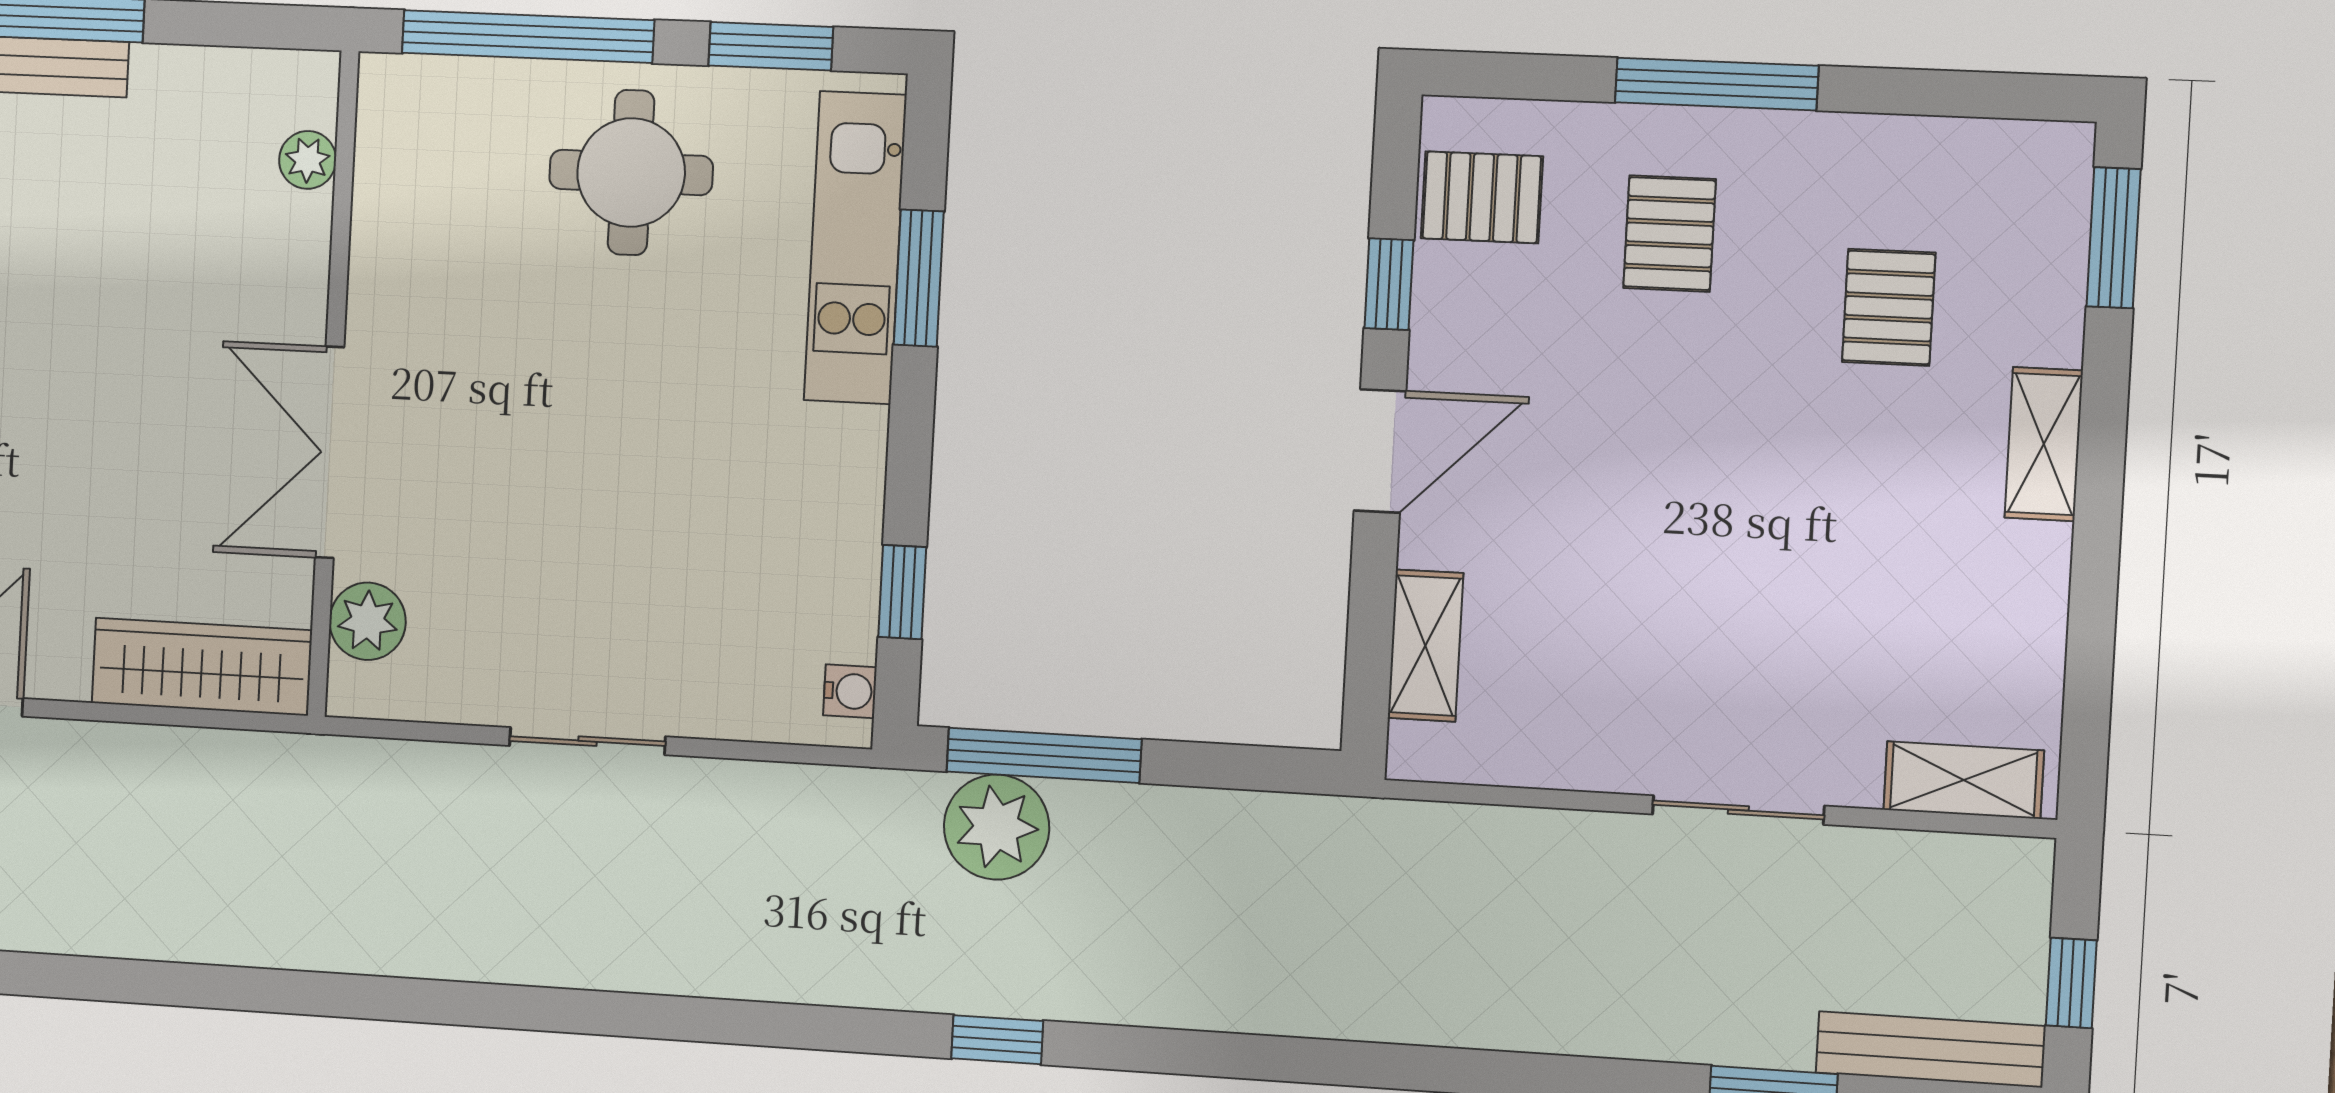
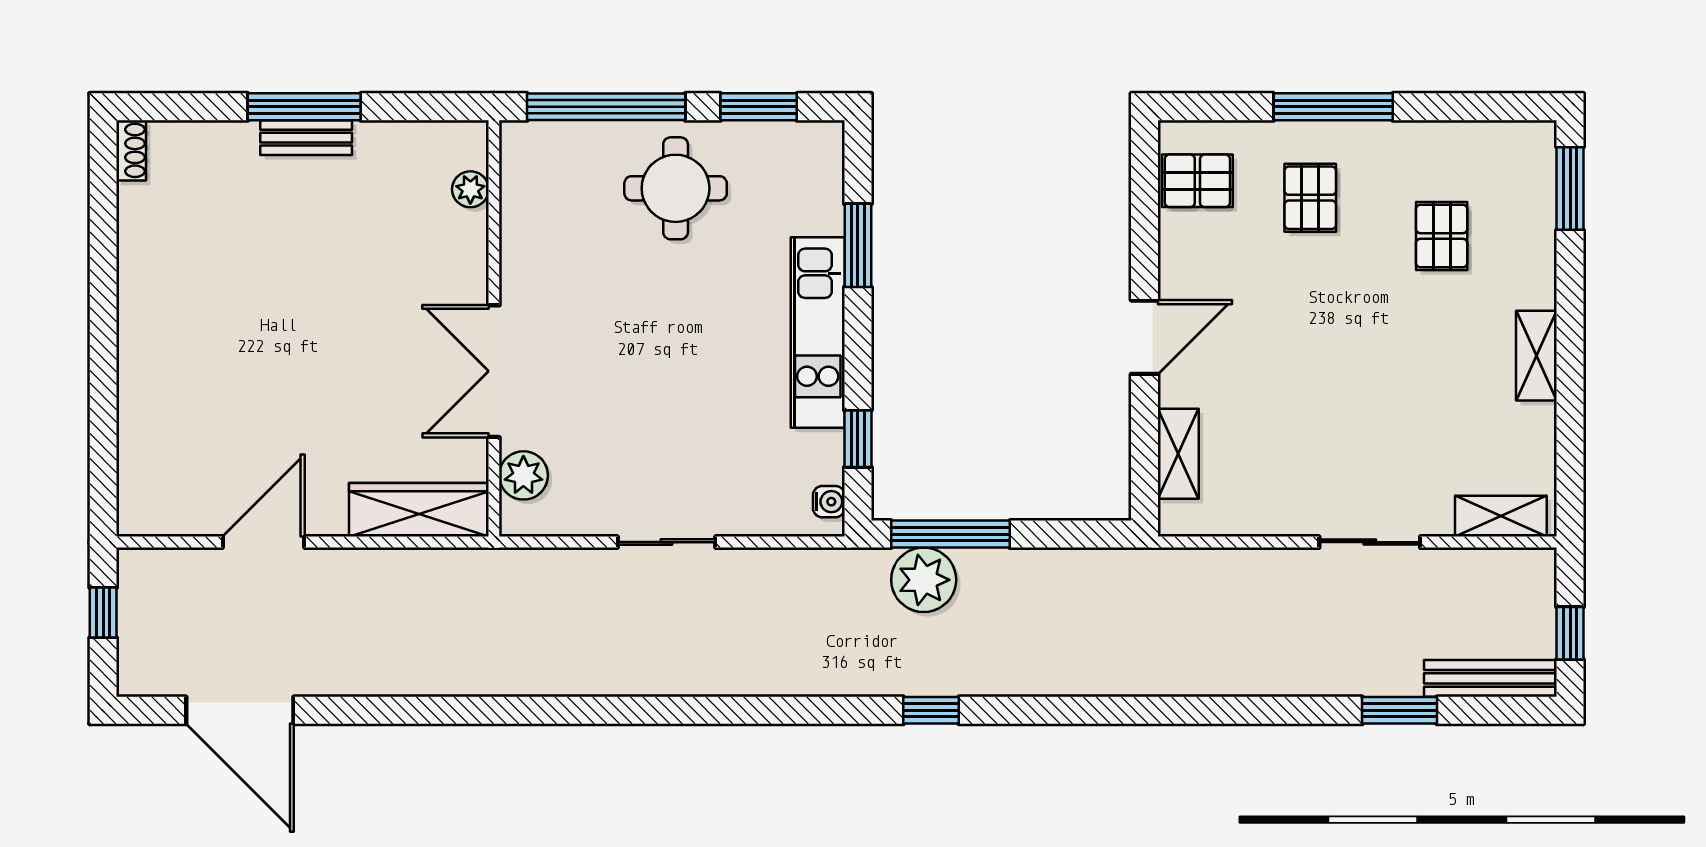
kitchen unit: (855, 248) -> (818, 332), moved
window: (1389, 284) -> (1145, 236), removed
shelving: (2044, 444) -> (1536, 356), moved

